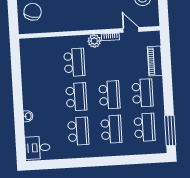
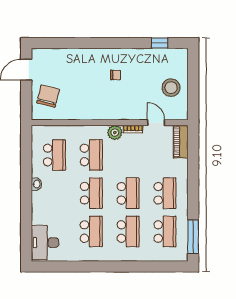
piano: (155, 61) -> (181, 142), moved
school desk: (41, 64) -> (54, 155), added
washbasin: (28, 116) -> (36, 184), moved
desk: (37, 148) -> (45, 243), width x1.37

